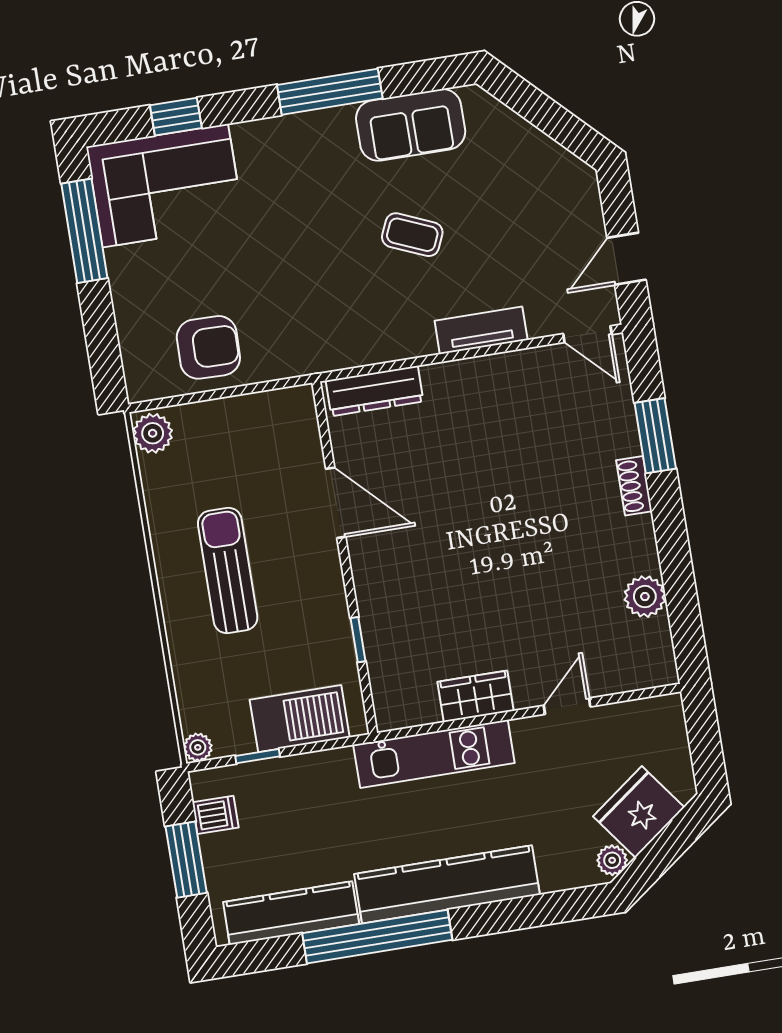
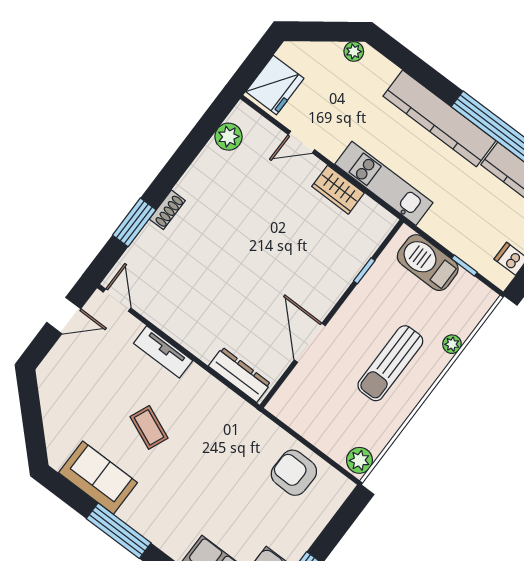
plant: (645, 597) -> (229, 137), moved
plant: (198, 747) -> (452, 344), moved
fridge: (639, 812) -> (275, 85), moved, turned -53

